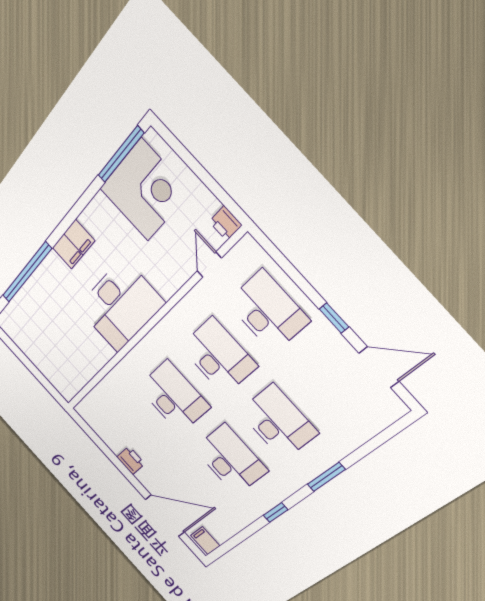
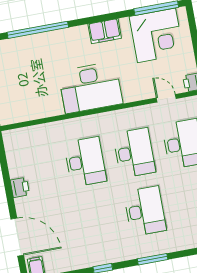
filing cabinet: (73, 244) -> (105, 31), moved
door: (209, 264) -> (166, 98), hinge flipped
desk: (231, 460) -> (96, 220), removed

